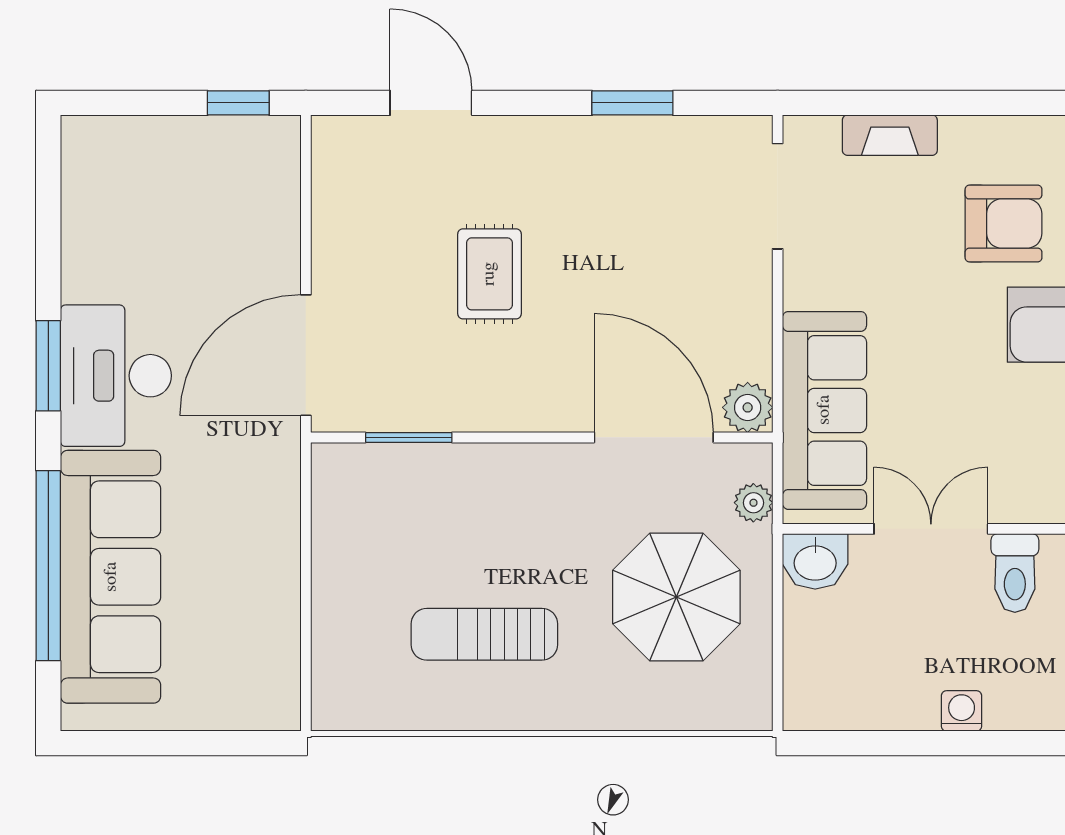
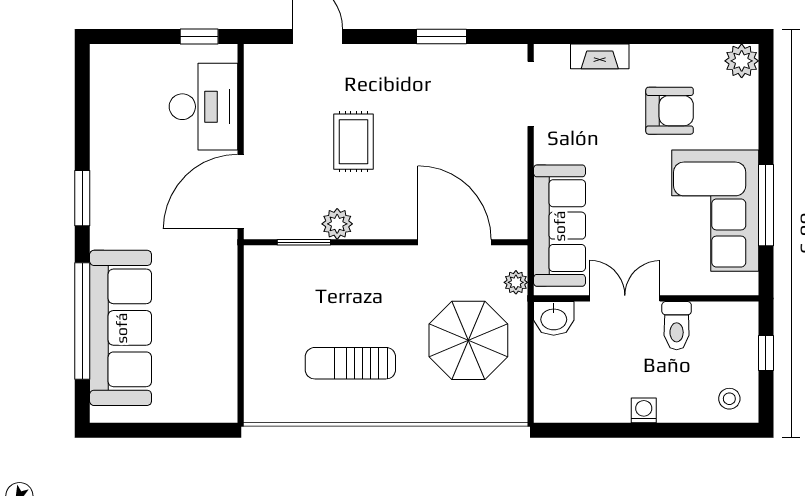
desk: (116, 376) -> (204, 107), moved, turned 180
plant: (748, 407) -> (337, 224), moved

